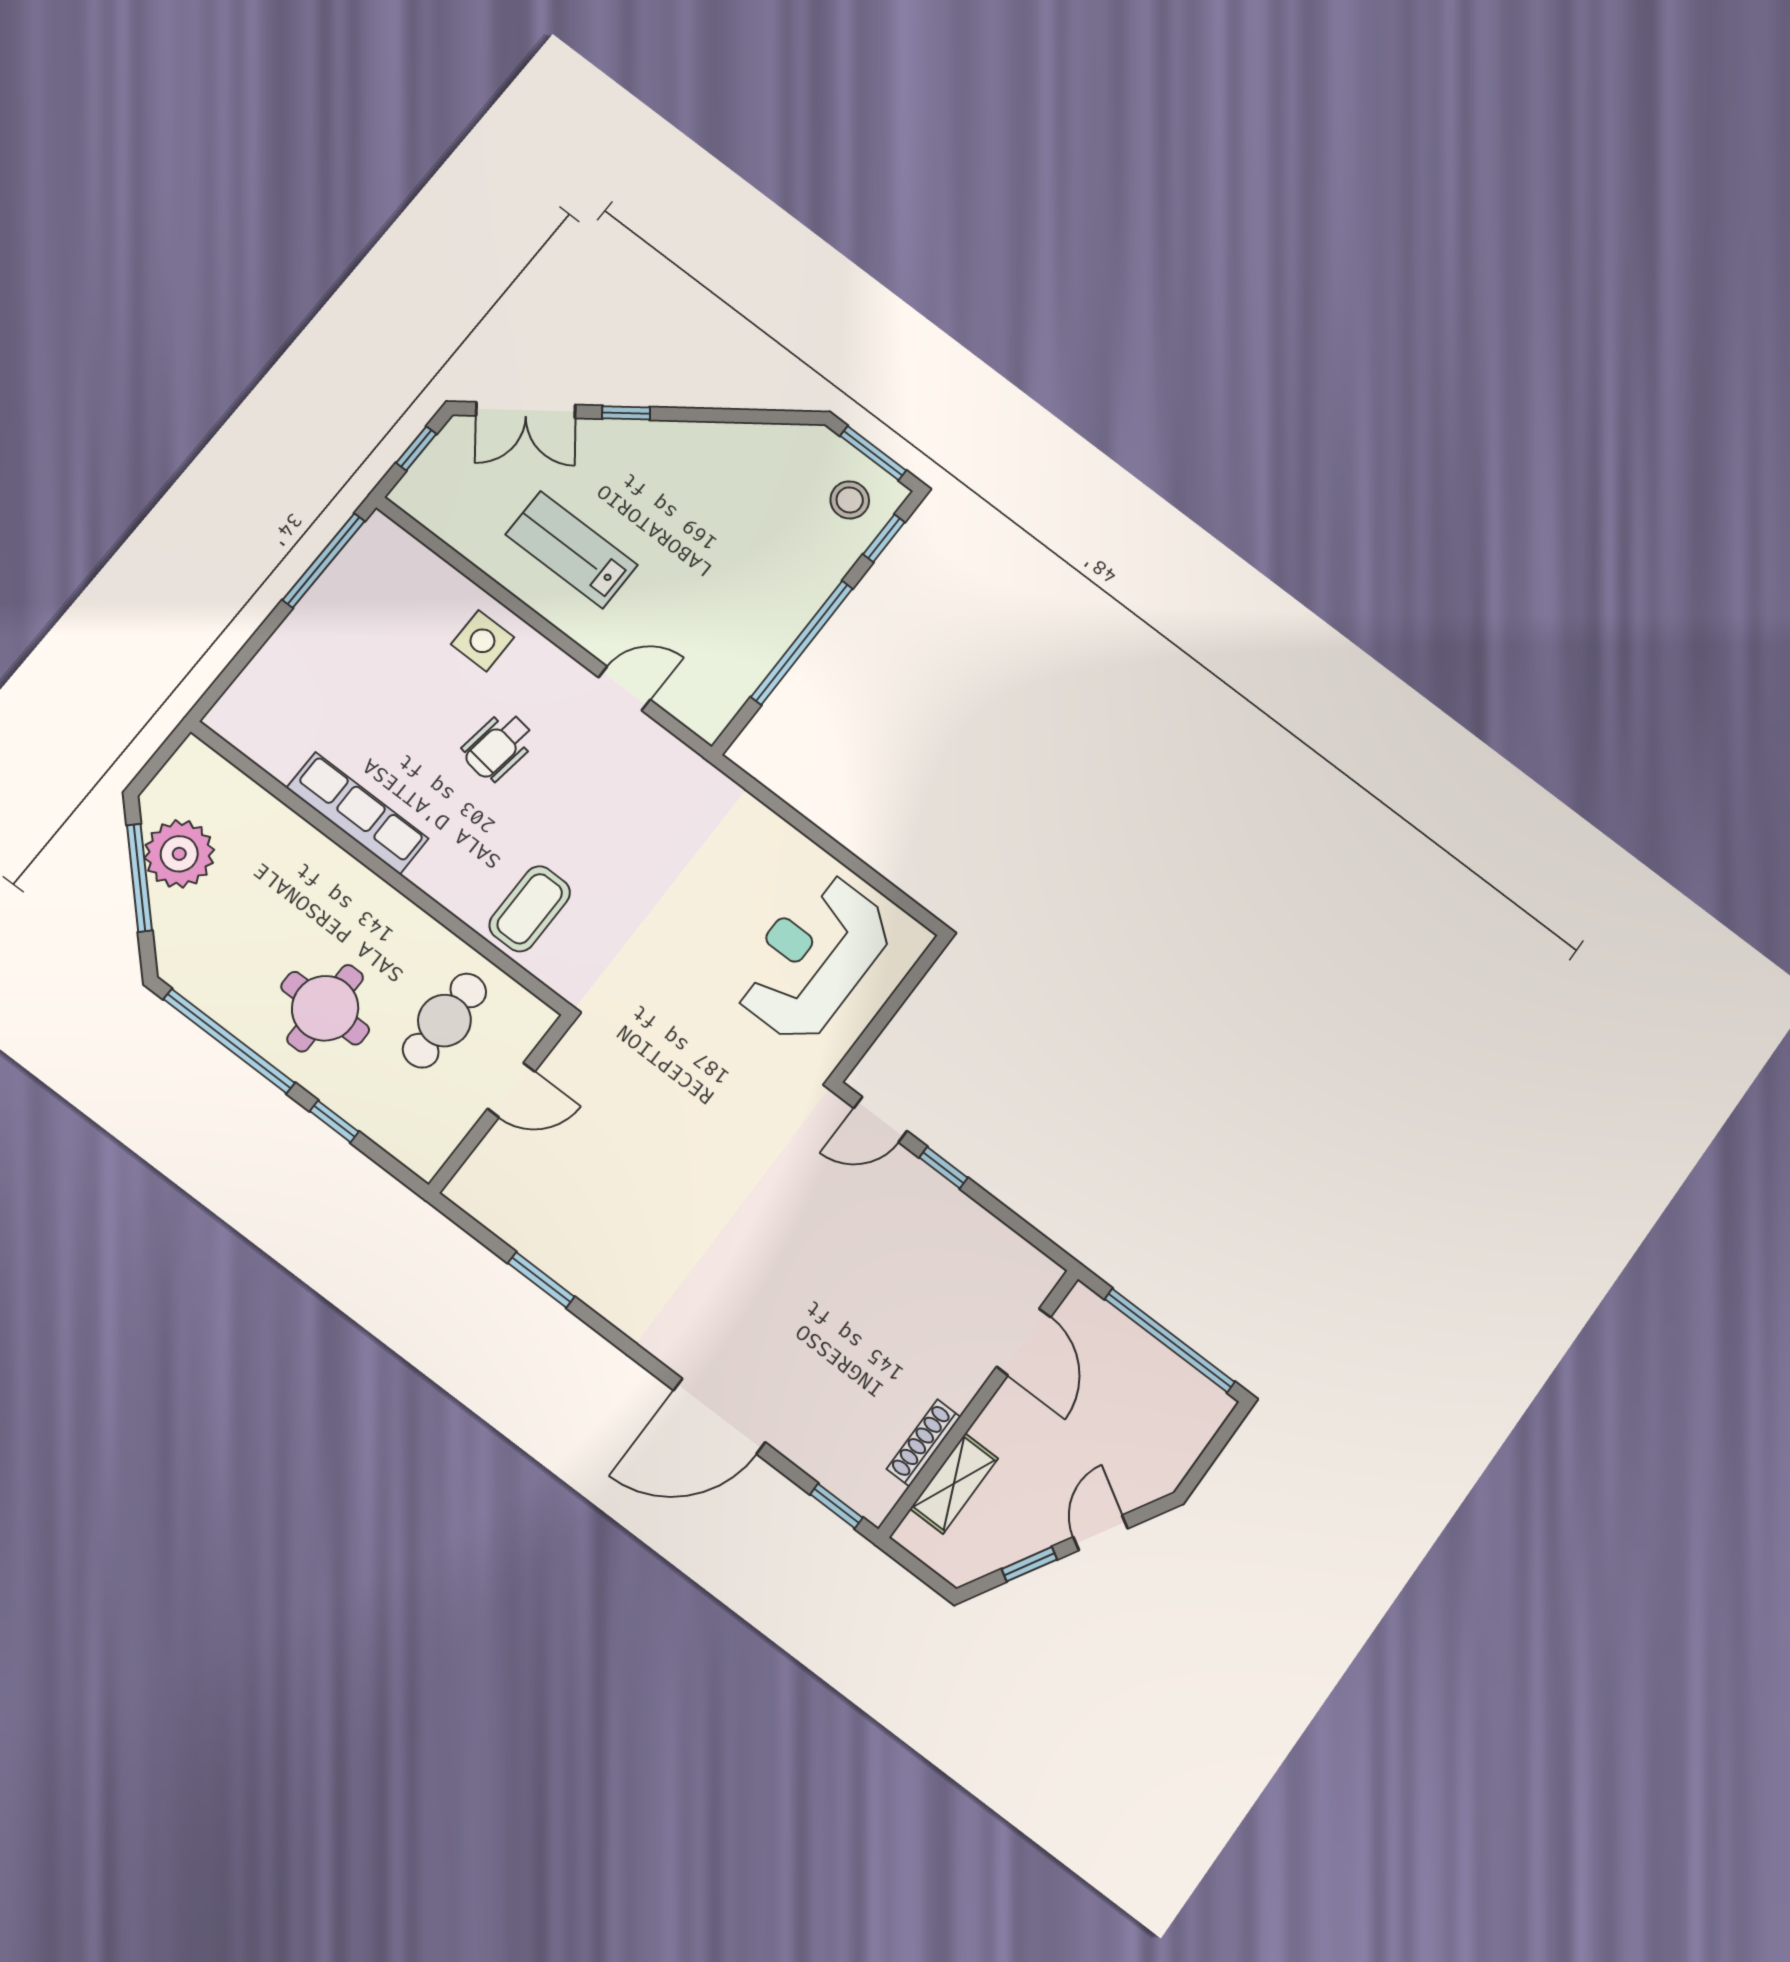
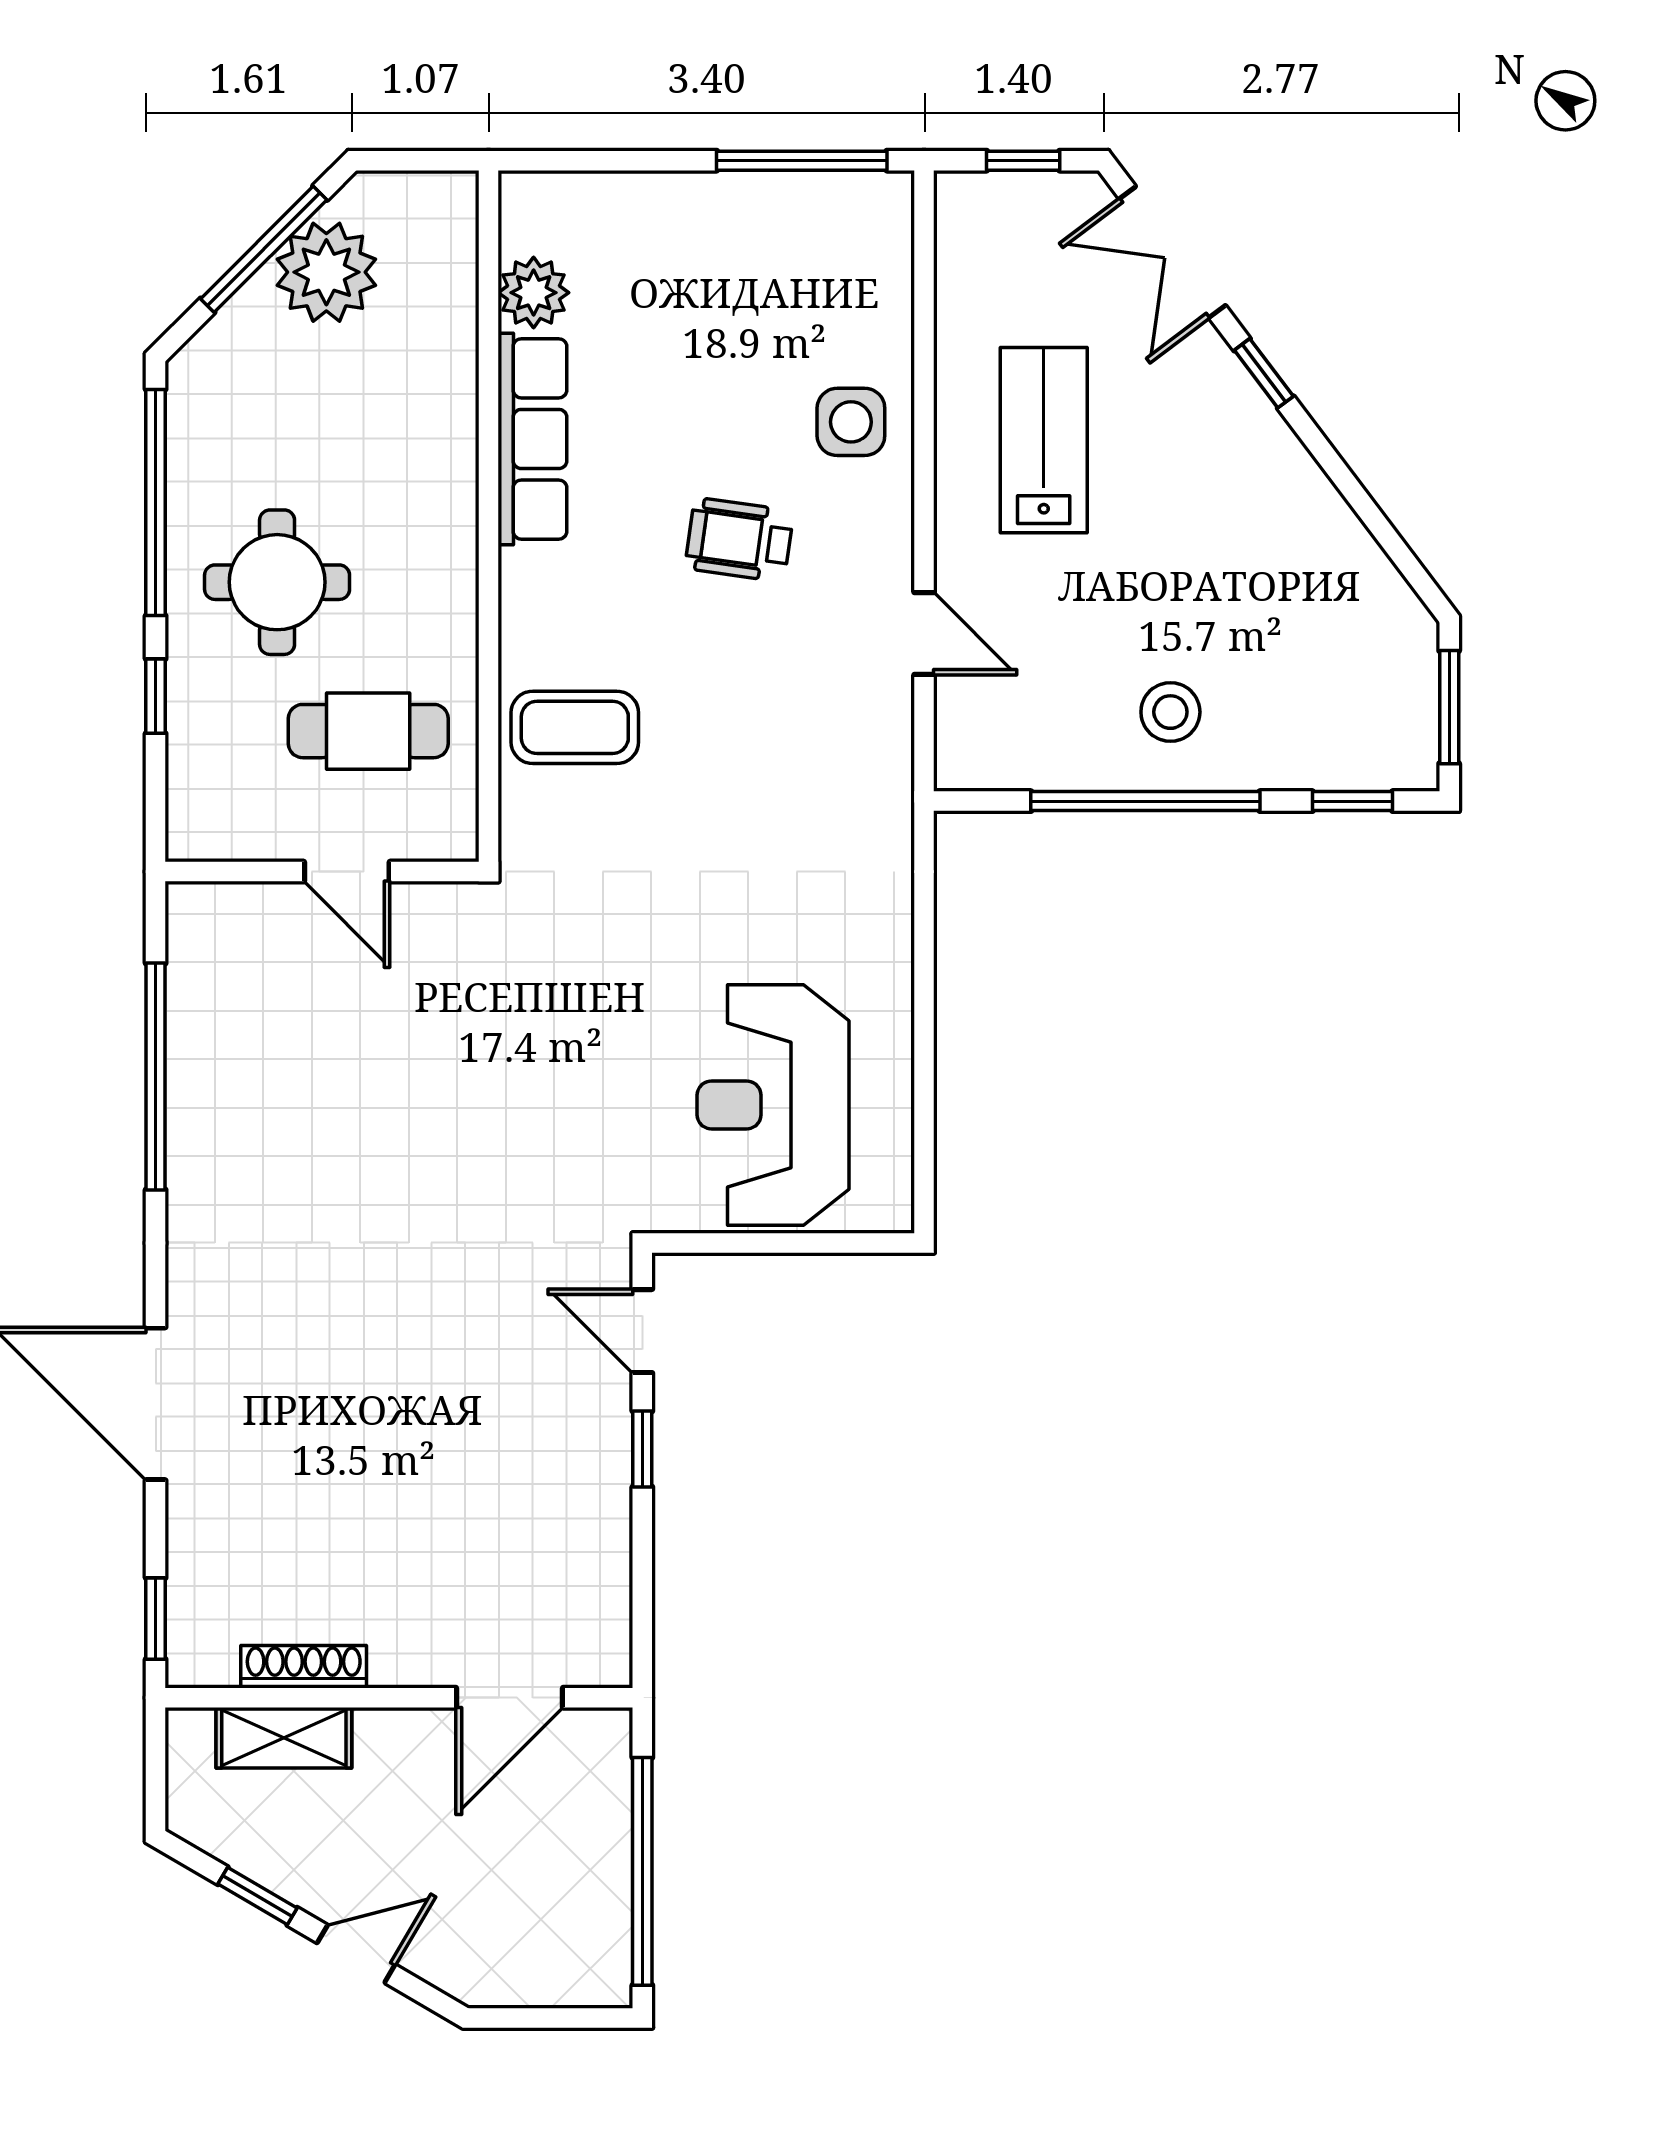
stool: (850, 500) -> (1170, 712), moved
plant: (280, 753) -> (534, 293), added
reception desk: (813, 958) -> (773, 1105), turned -90
window: (541, 1280) -> (156, 1076), width x2.11

